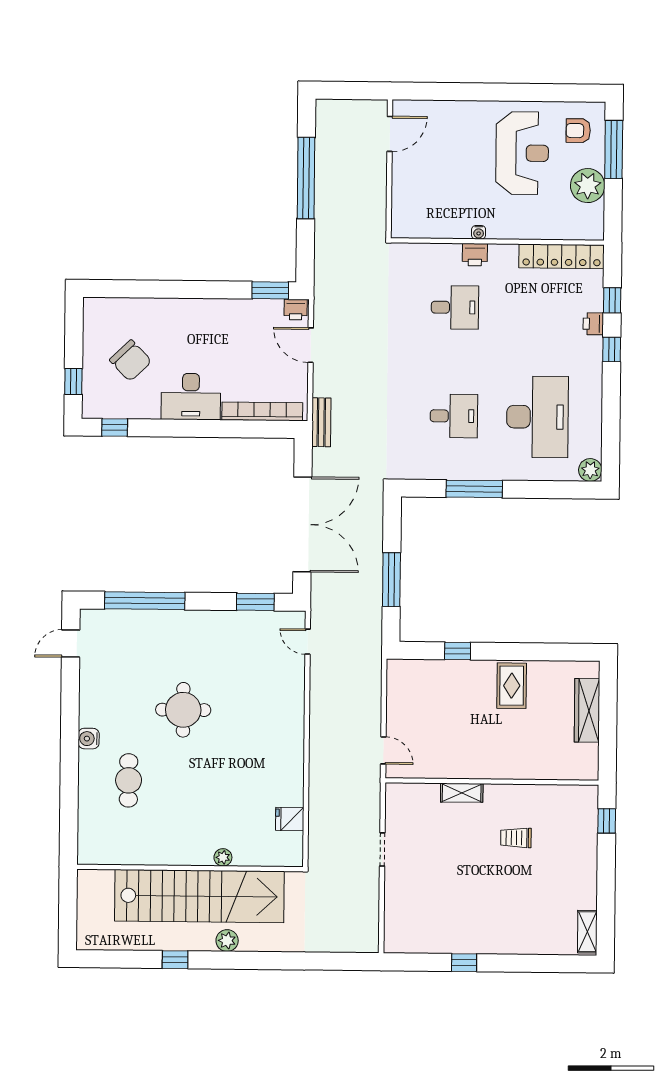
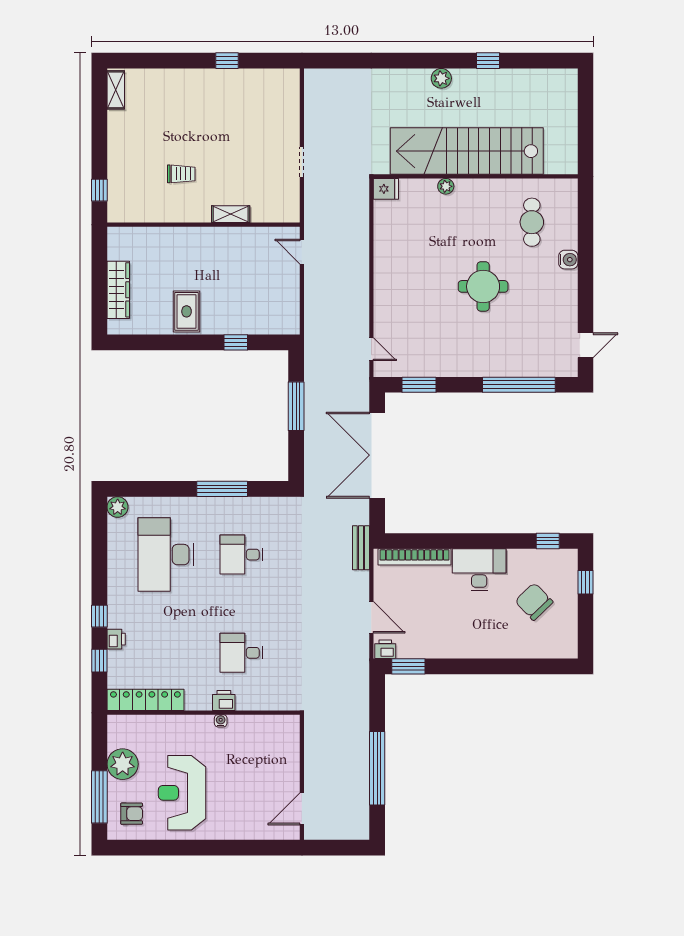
plant: (223, 857) -> (446, 186), moved
wall: (190, 868) -> (476, 176), moved
stairs: (199, 896) -> (467, 151), moved

